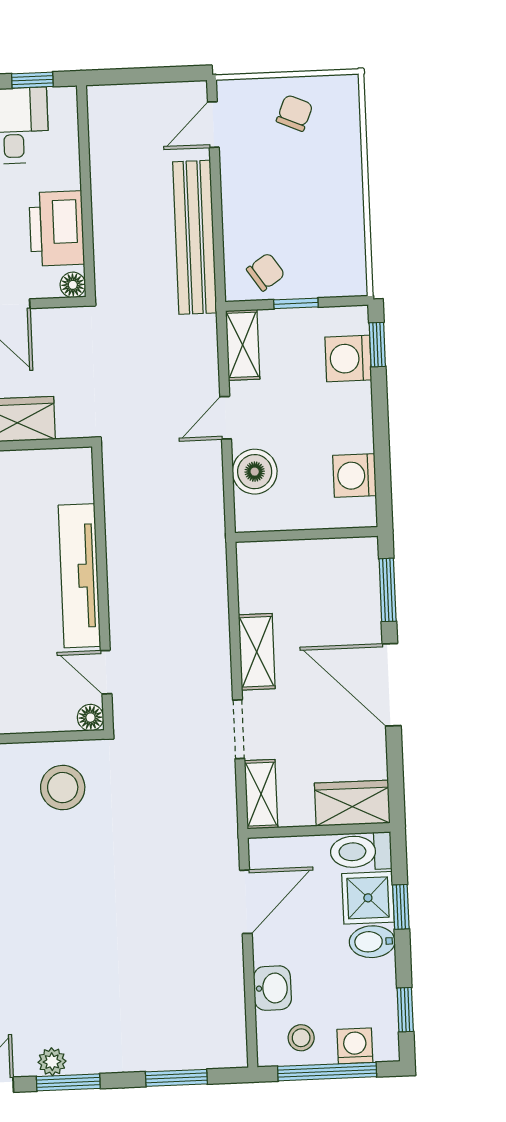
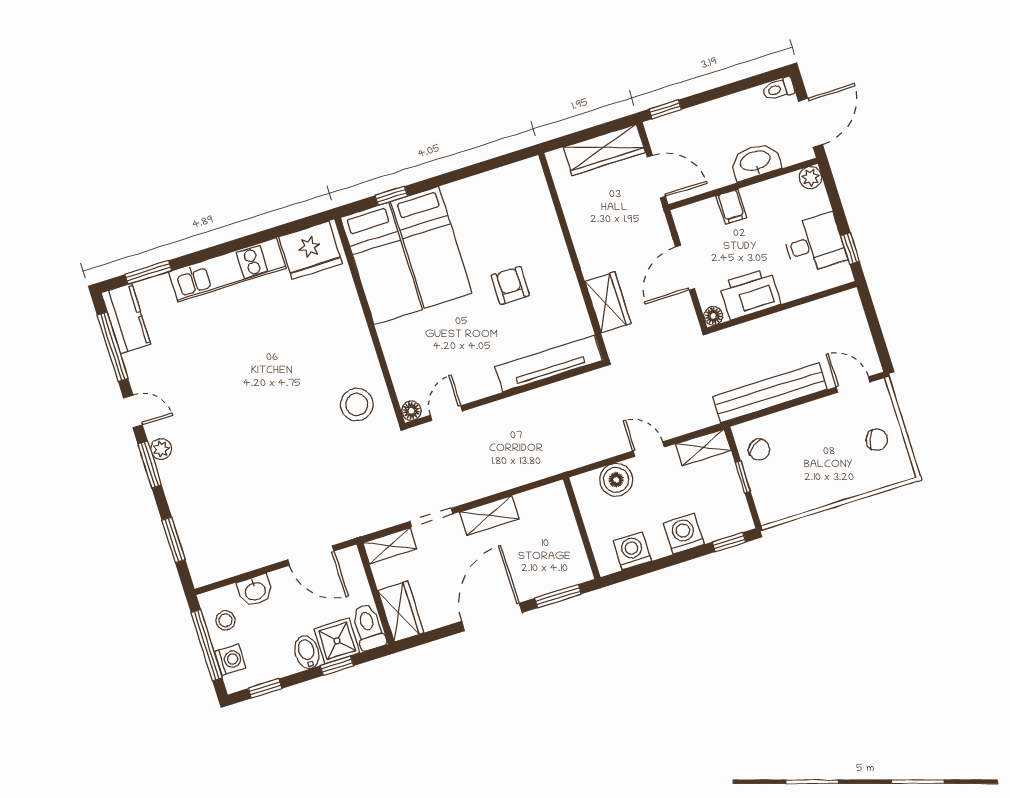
washing machine: (348, 358) -> (684, 534), moved
tv unit: (79, 576) -> (548, 364), moved

